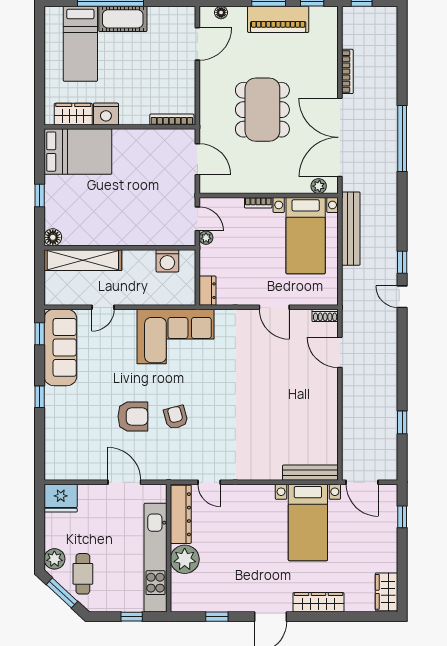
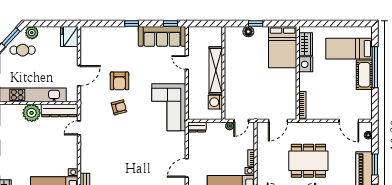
floor lamp: (53, 237) -> (248, 32), moved
shelving: (83, 260) -> (216, 70), moved

